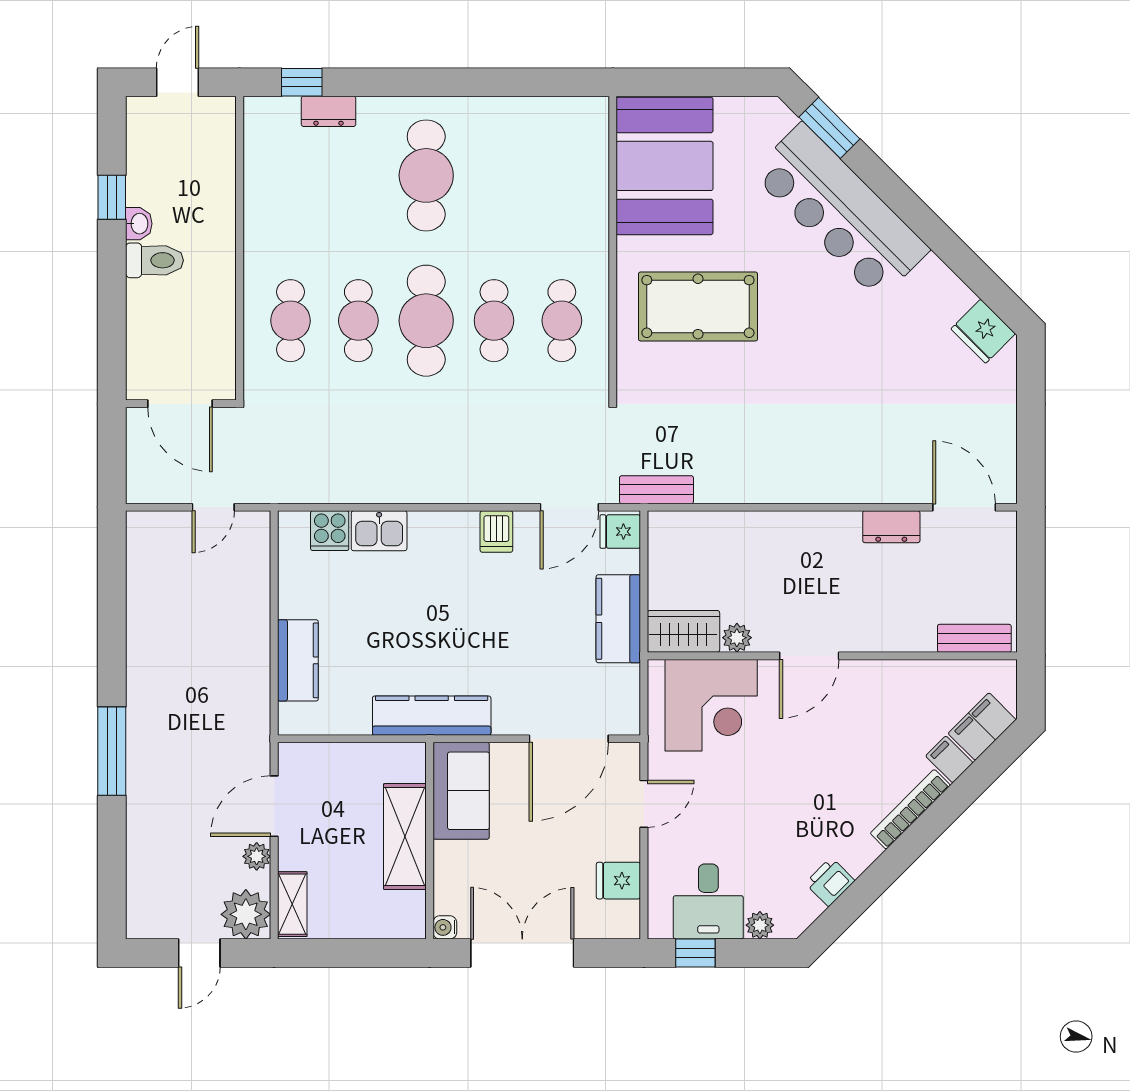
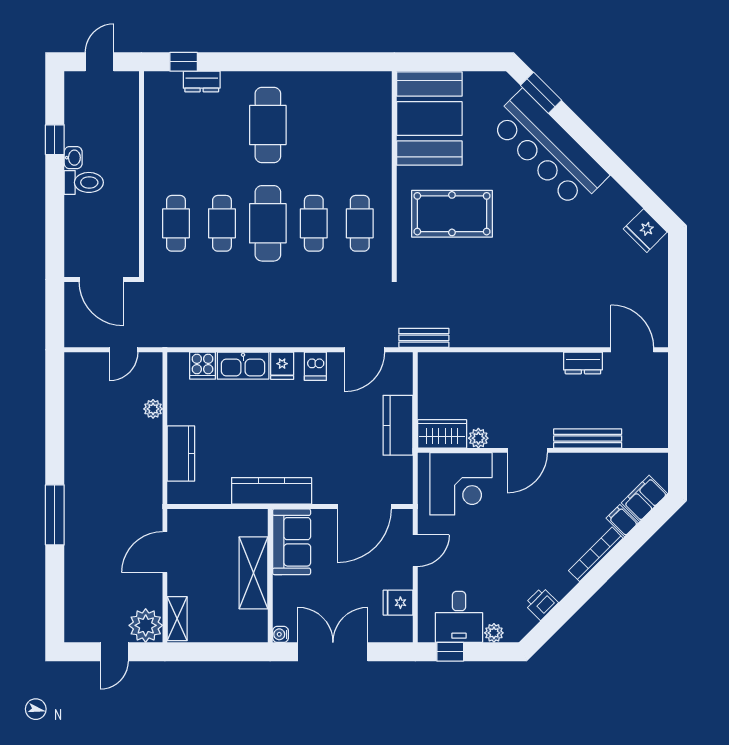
kitchen sink: (379, 531) -> (243, 366), width x1.38
fridge: (620, 532) -> (282, 366), moved, turned -90
bench: (974, 638) -> (588, 439), moved, width x1.36
plant: (257, 856) -> (153, 409), moved

